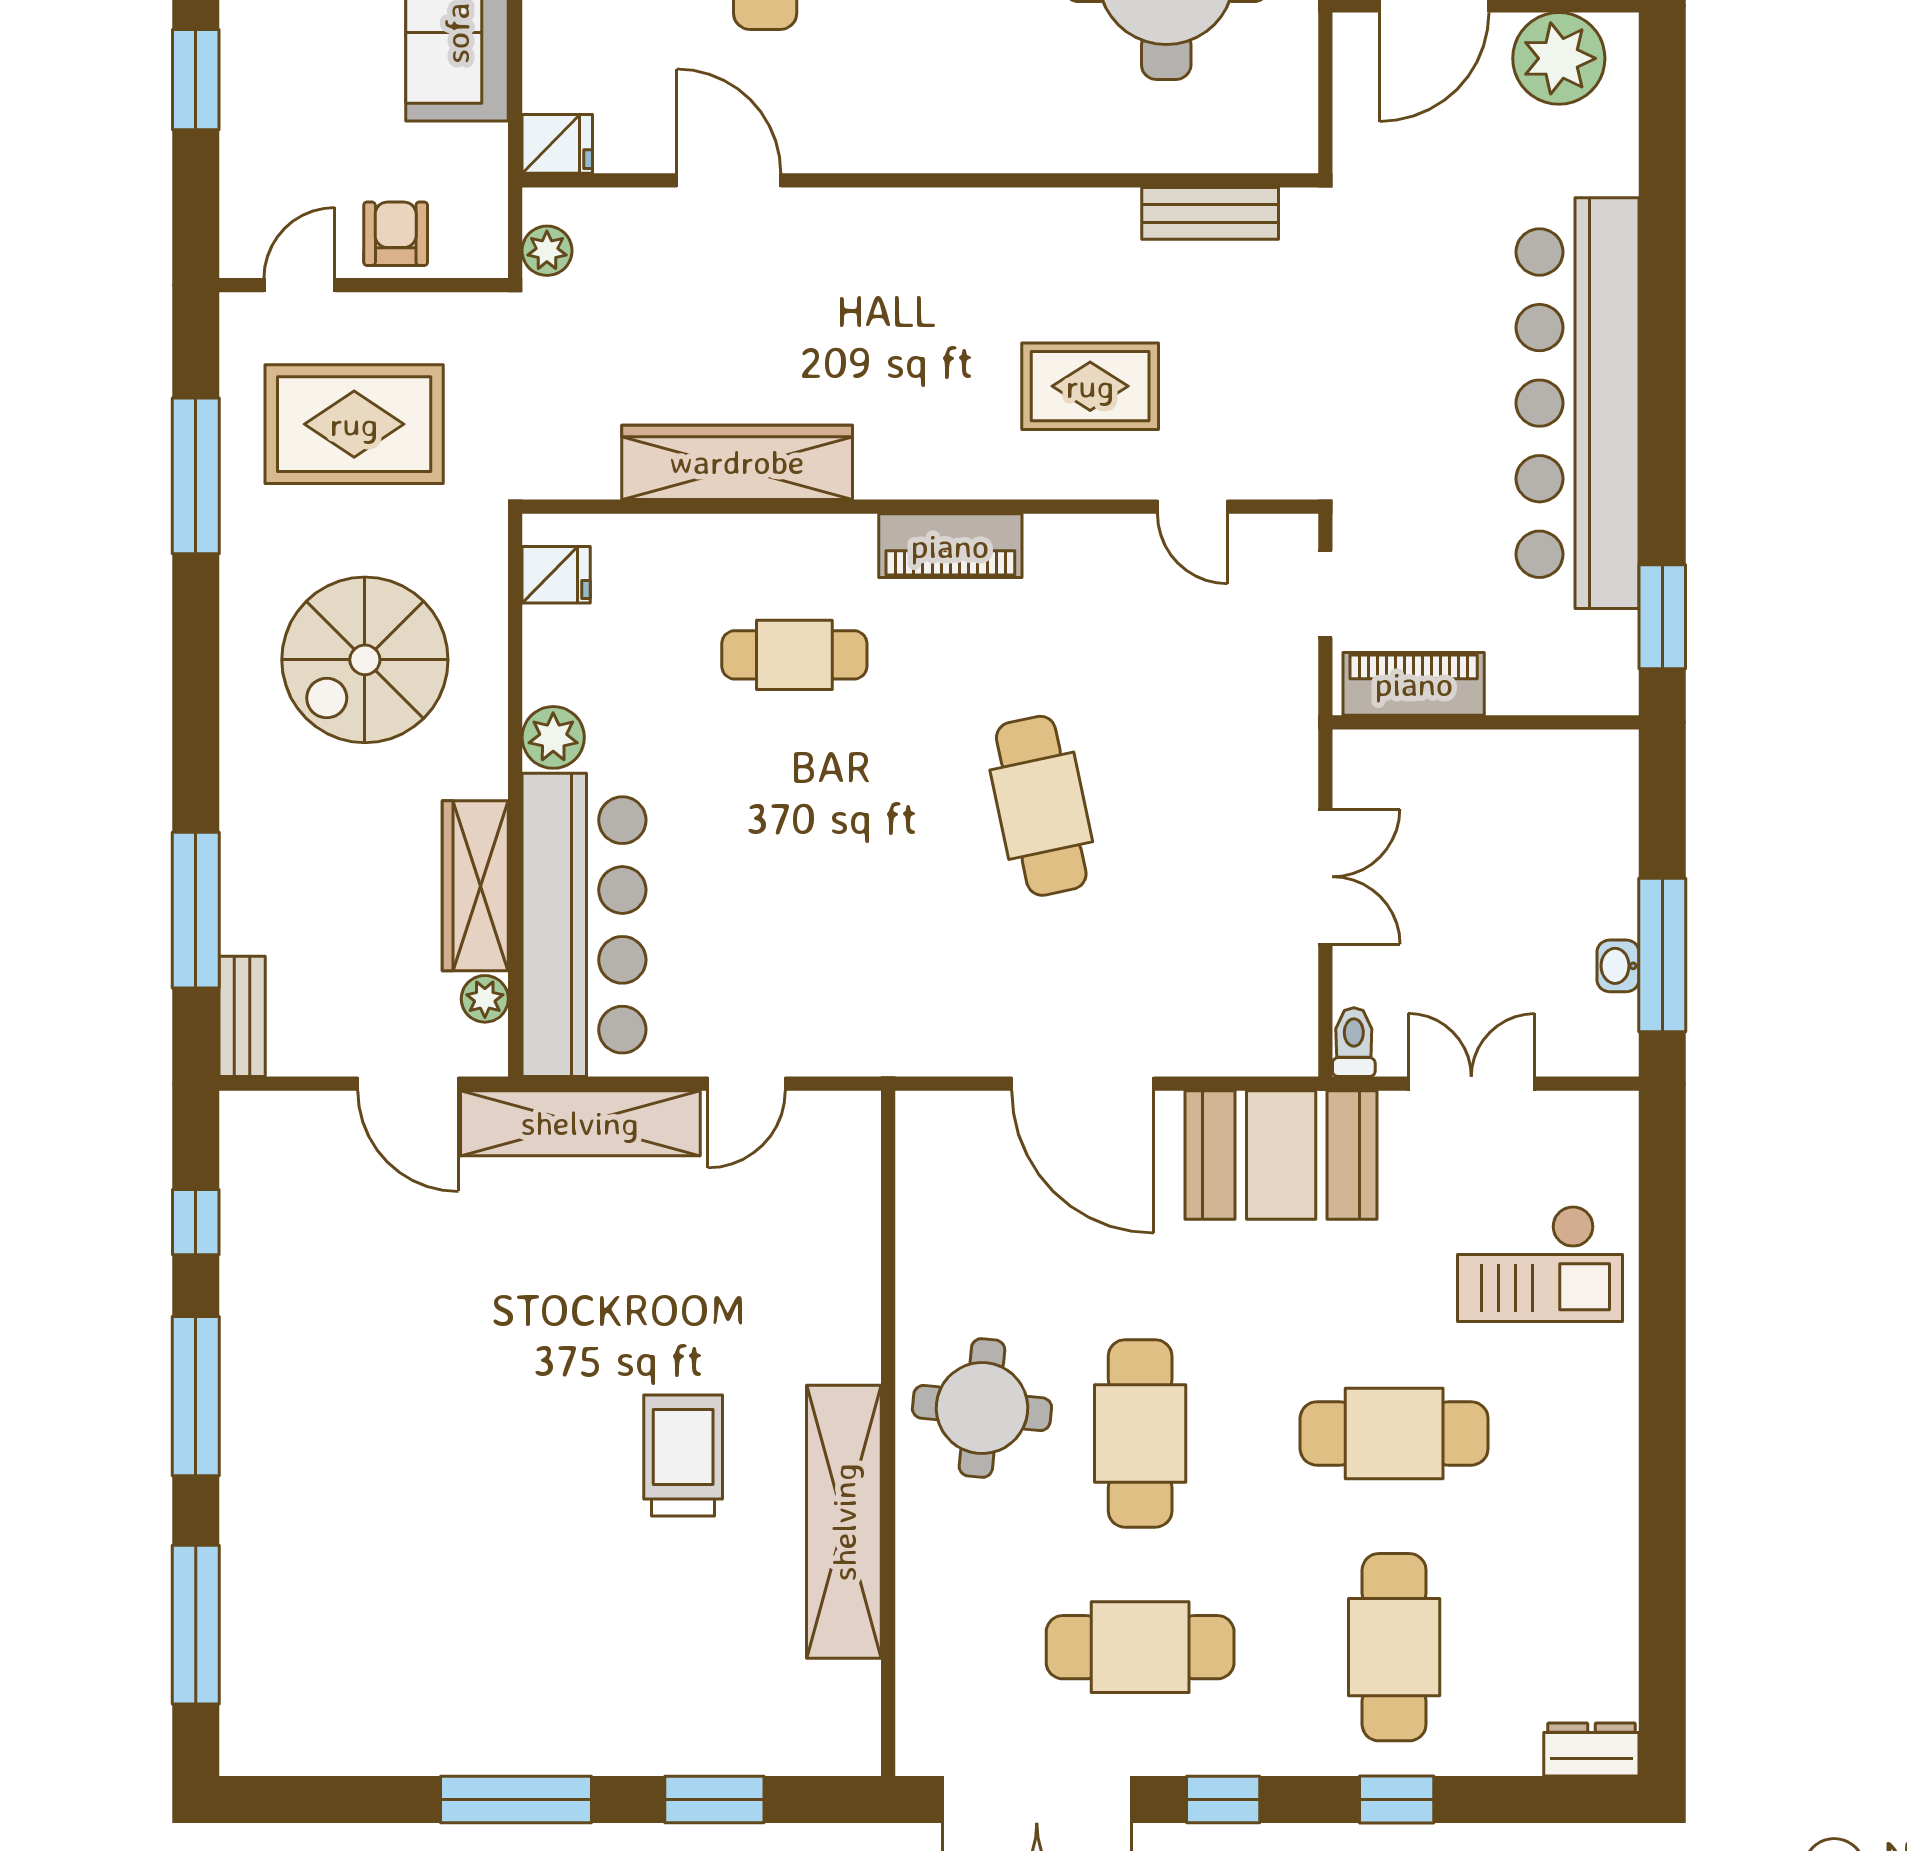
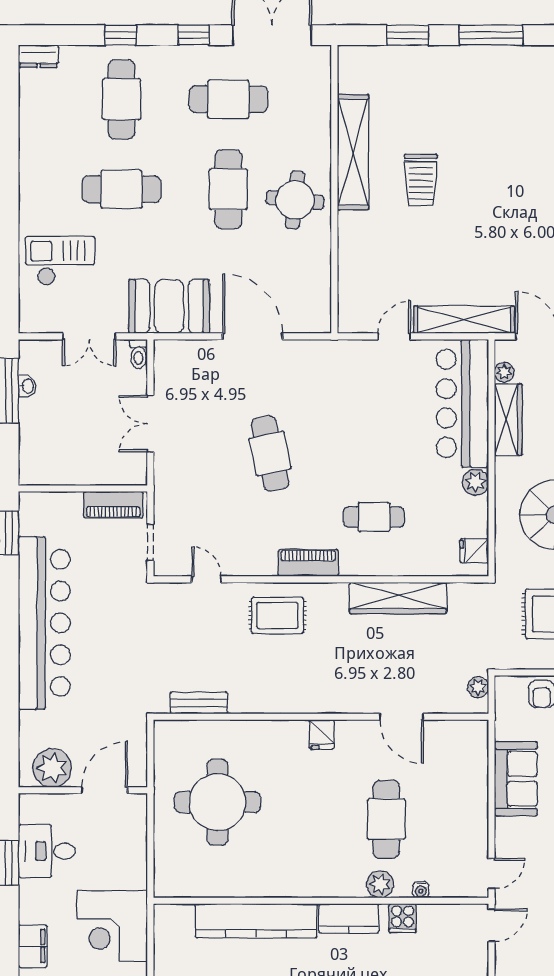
fridge: (557, 144) -> (322, 734), moved, turned -90
rug: (1090, 386) -> (277, 615), moved

